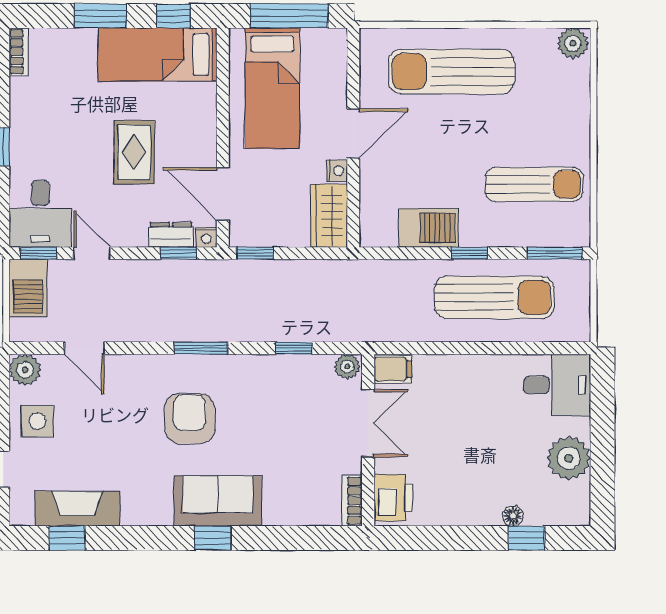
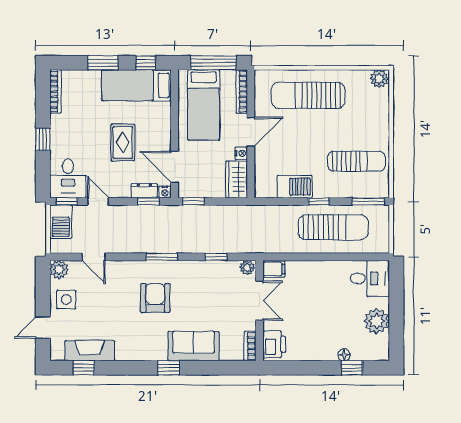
bookcase: (19, 52) -> (55, 92), width x1.56
bookcase: (338, 65) -> (242, 92), added
sofa: (218, 501) -> (194, 346), moved

